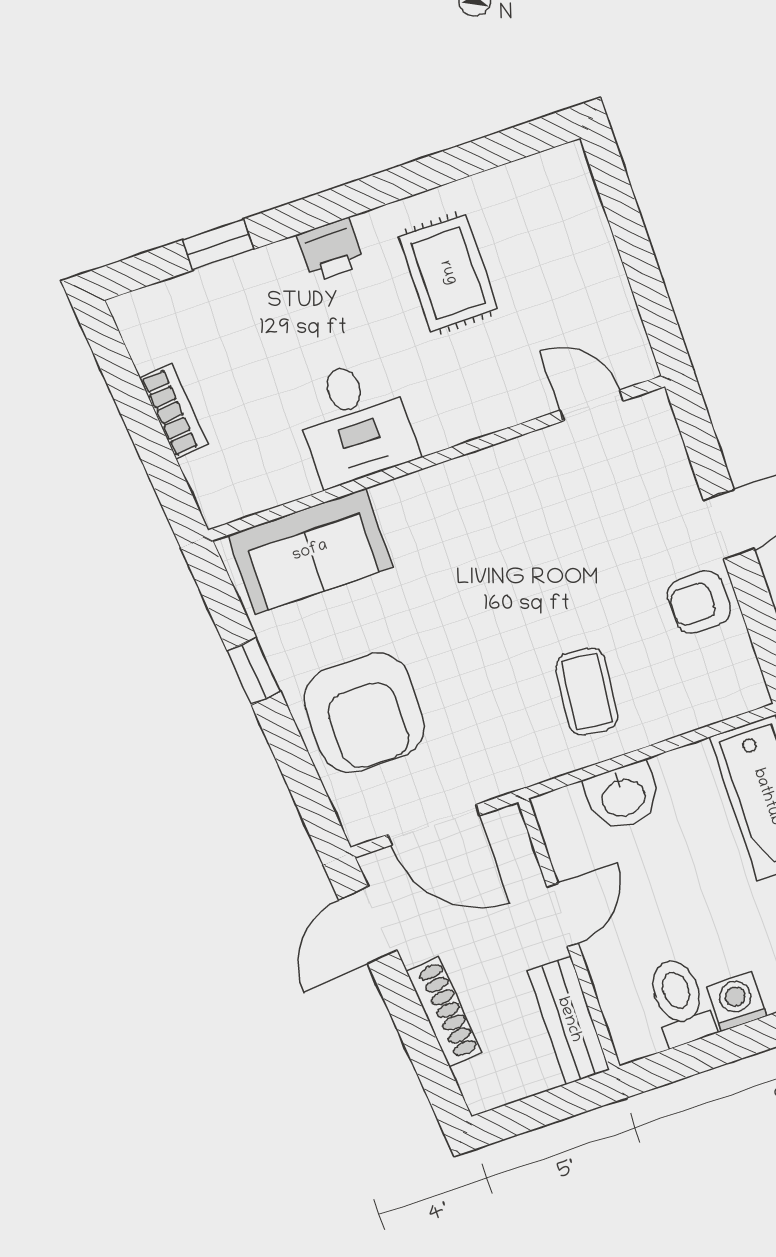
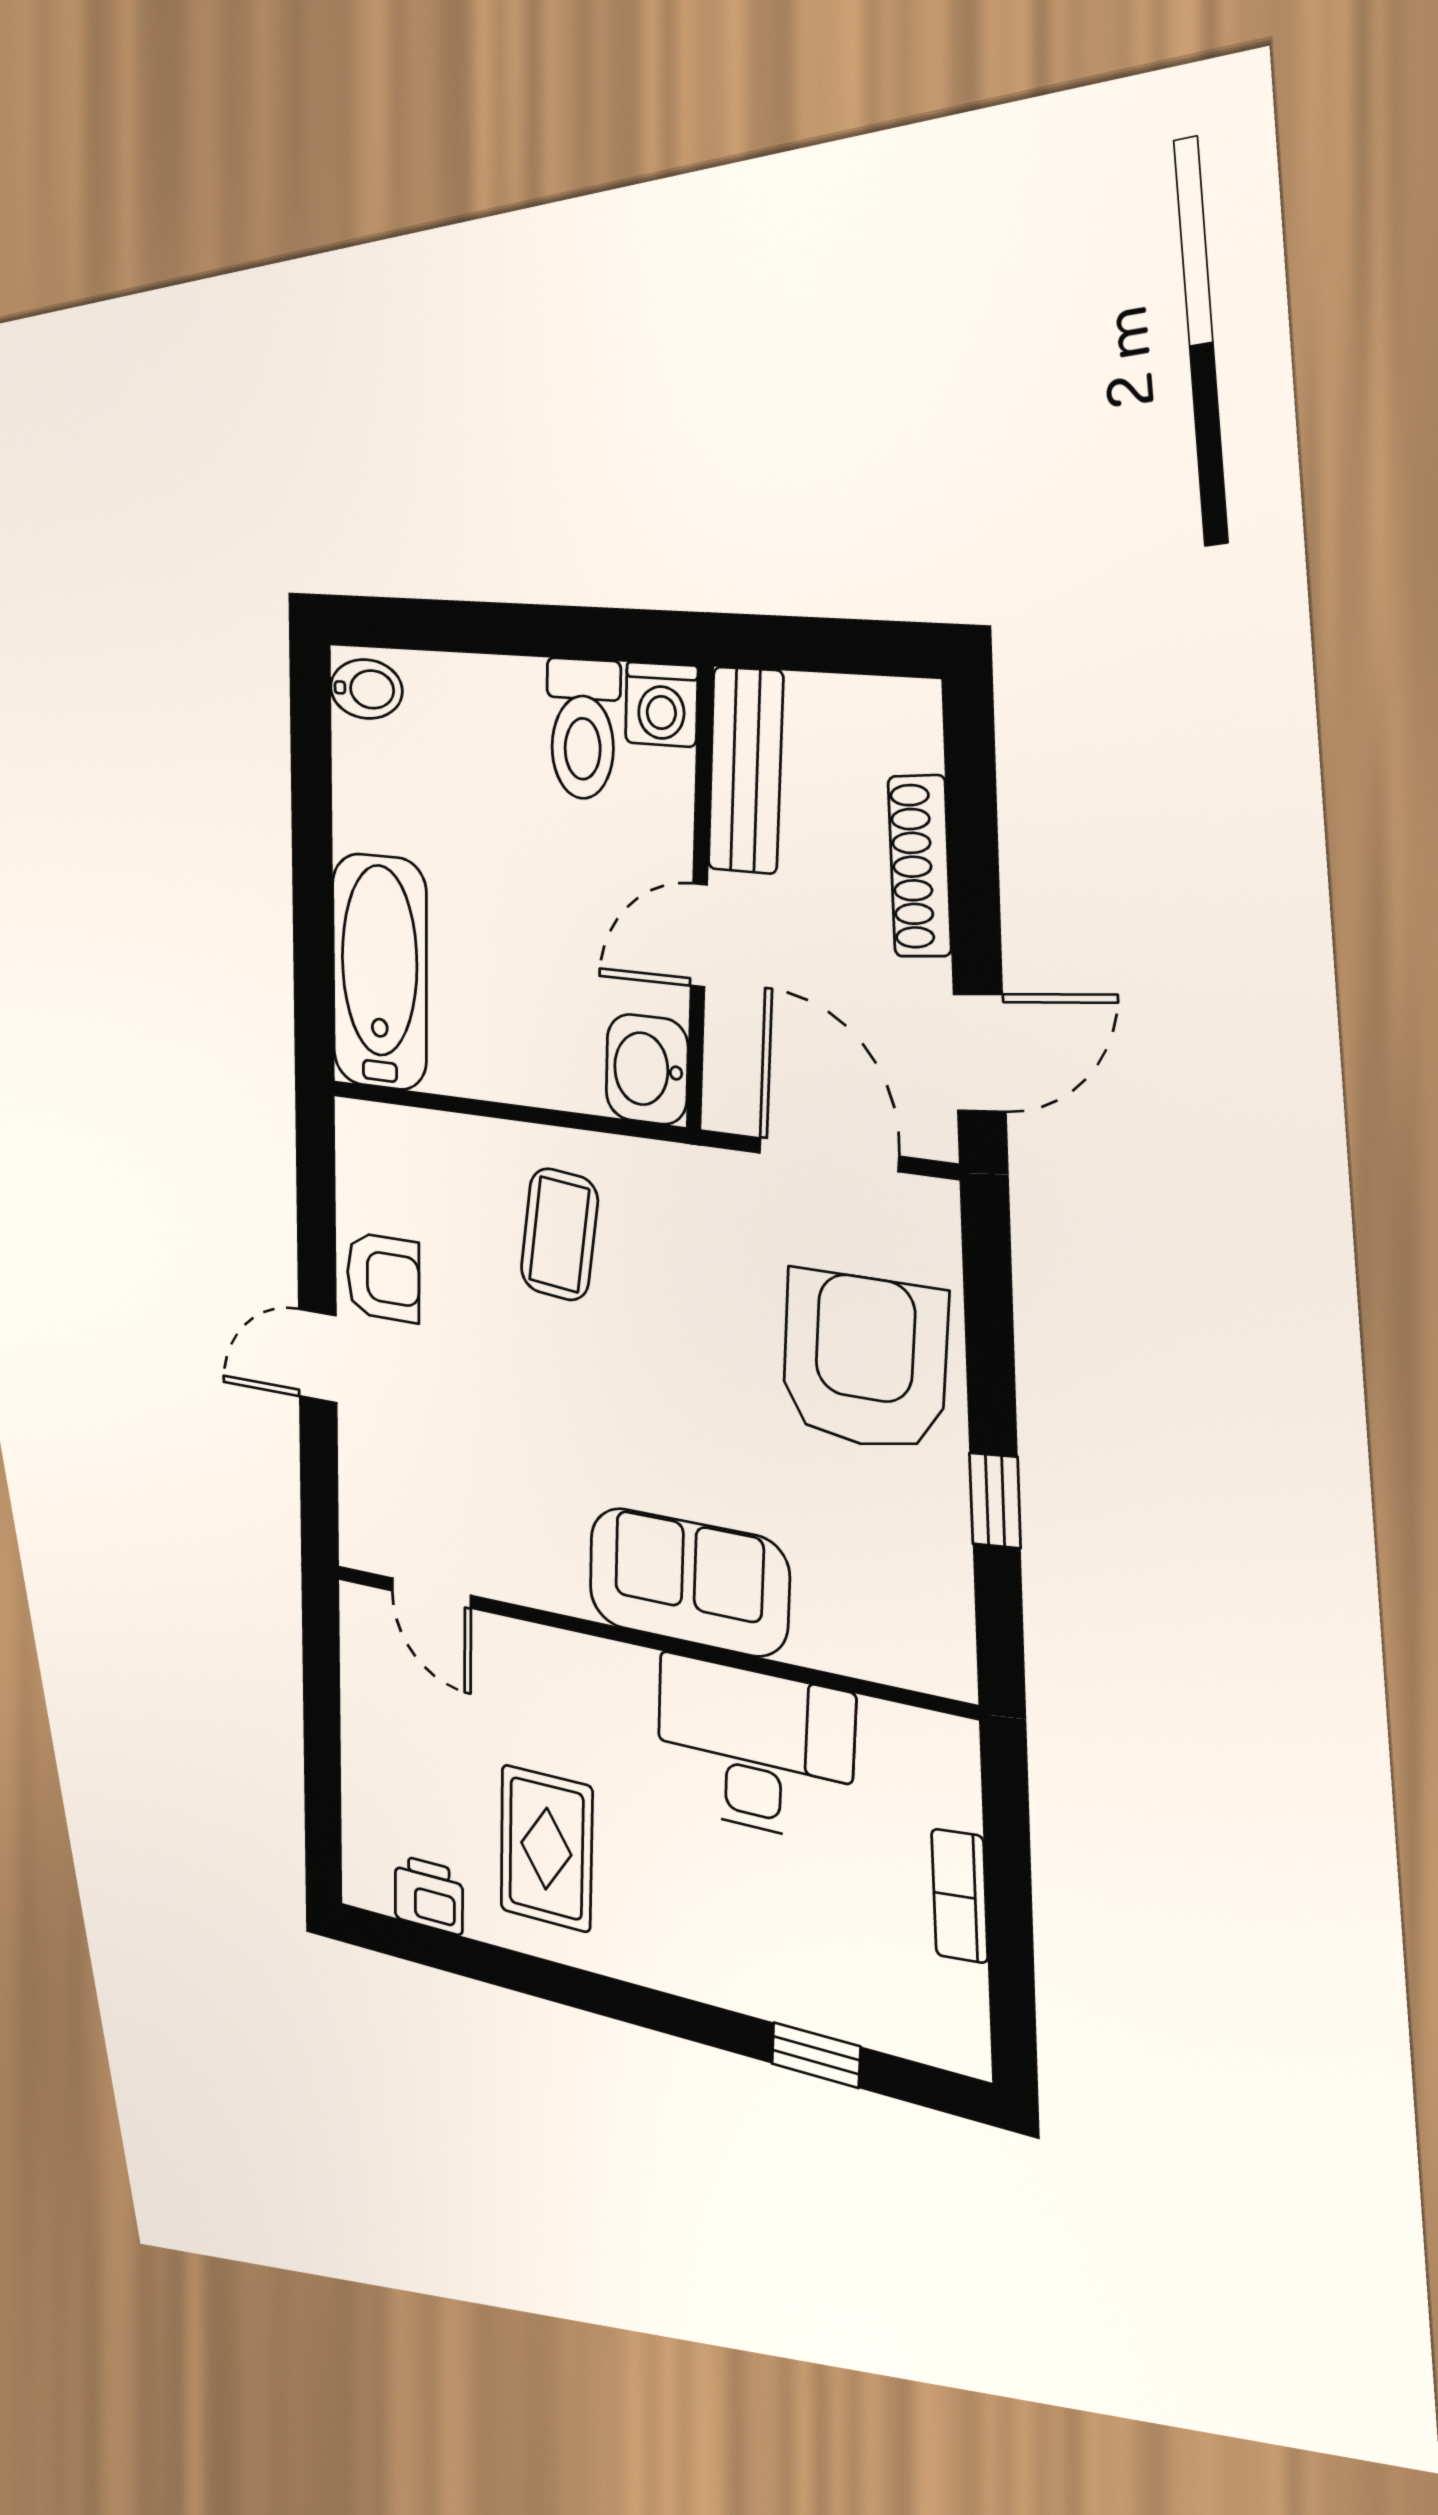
printer: (331, 250) -> (429, 1895), moved
desk: (355, 422) -> (754, 1750), width x1.37
sofa: (310, 551) -> (688, 1582), moved
washbasin: (623, 796) -> (647, 1069), moved, turned -90
washing machine: (737, 1001) -> (662, 704), moved

